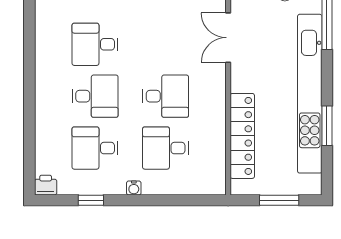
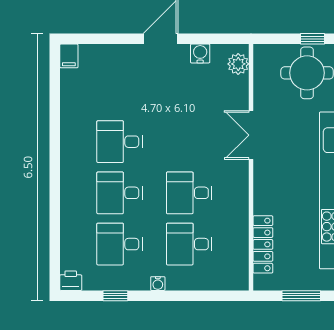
desk: (95, 96) -> (120, 193), turned 180
desk: (166, 96) -> (189, 193), turned 180
locker: (242, 136) -> (263, 244), width x0.71, depth x0.83

